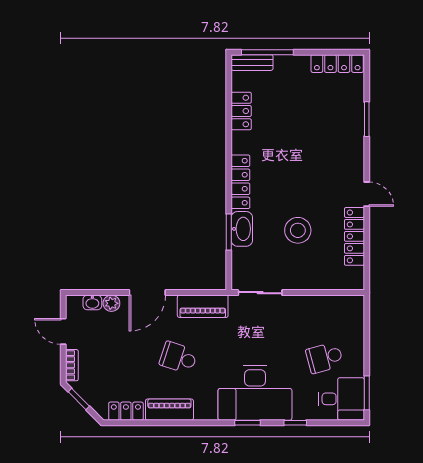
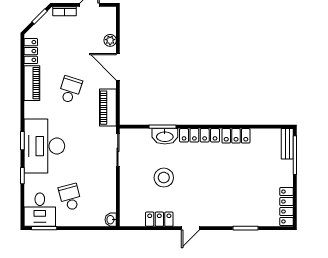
locker: (241, 111) -> (236, 136), moved
locker: (354, 236) -> (159, 219), width x0.66
washbasin: (92, 302) -> (111, 220), moved

